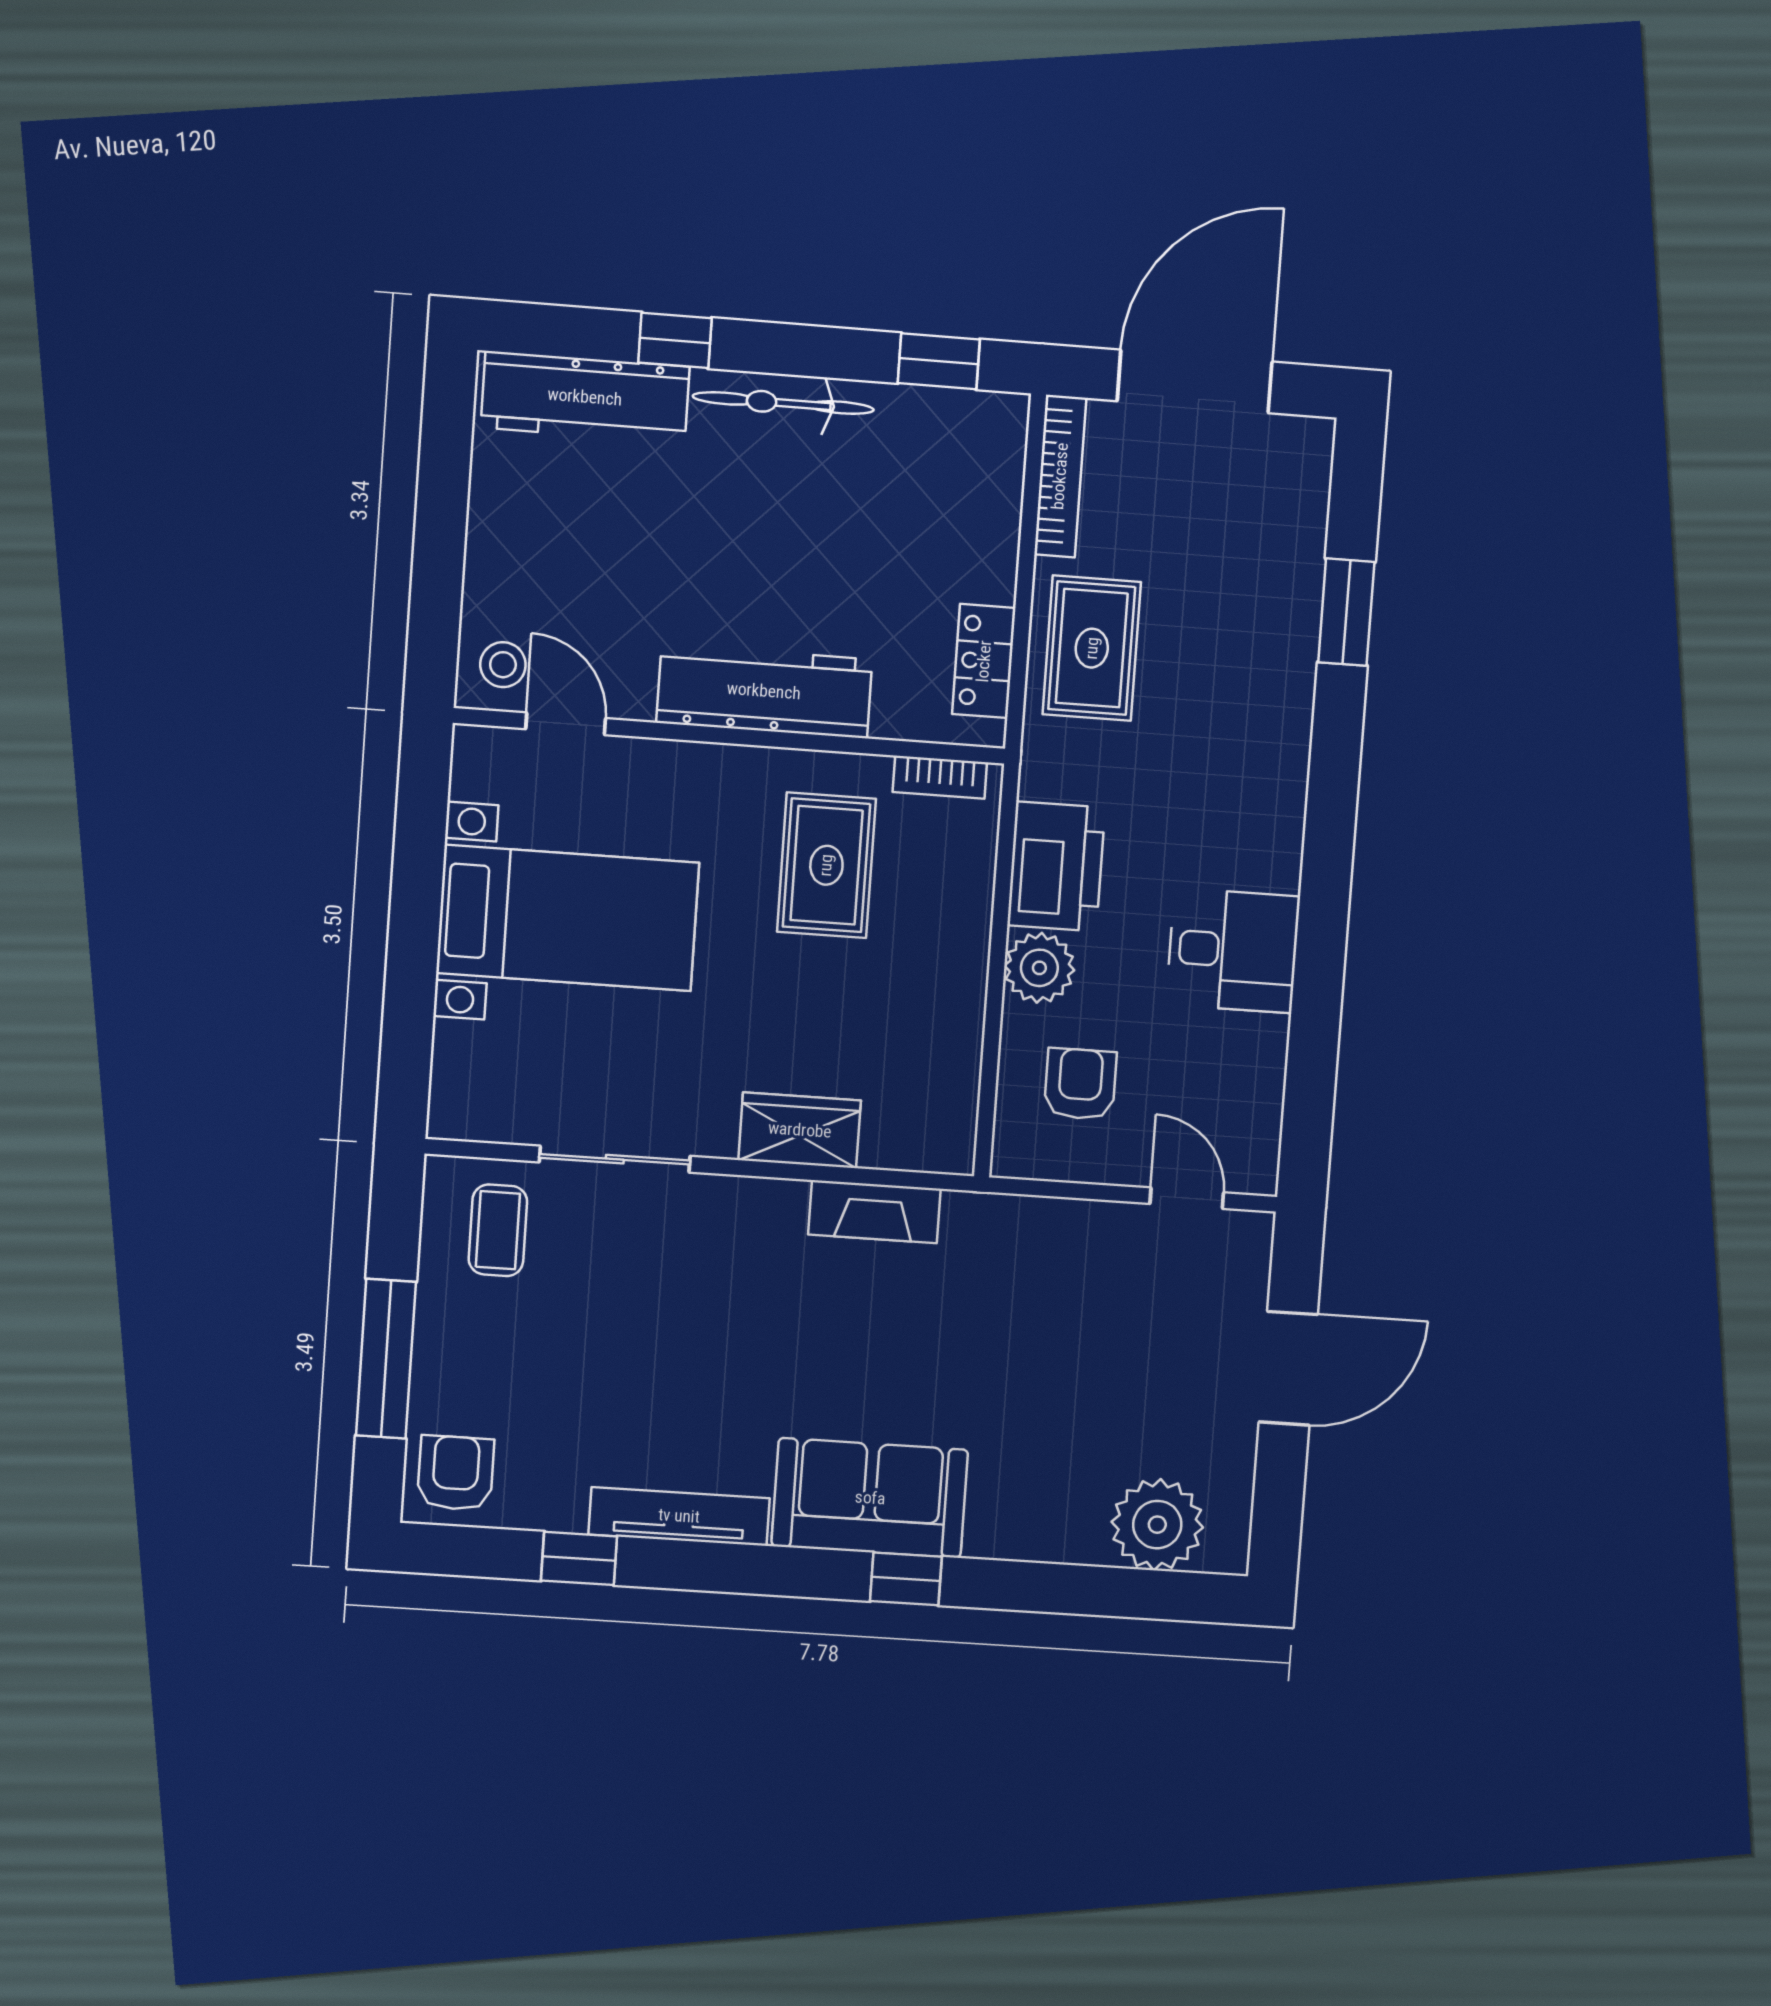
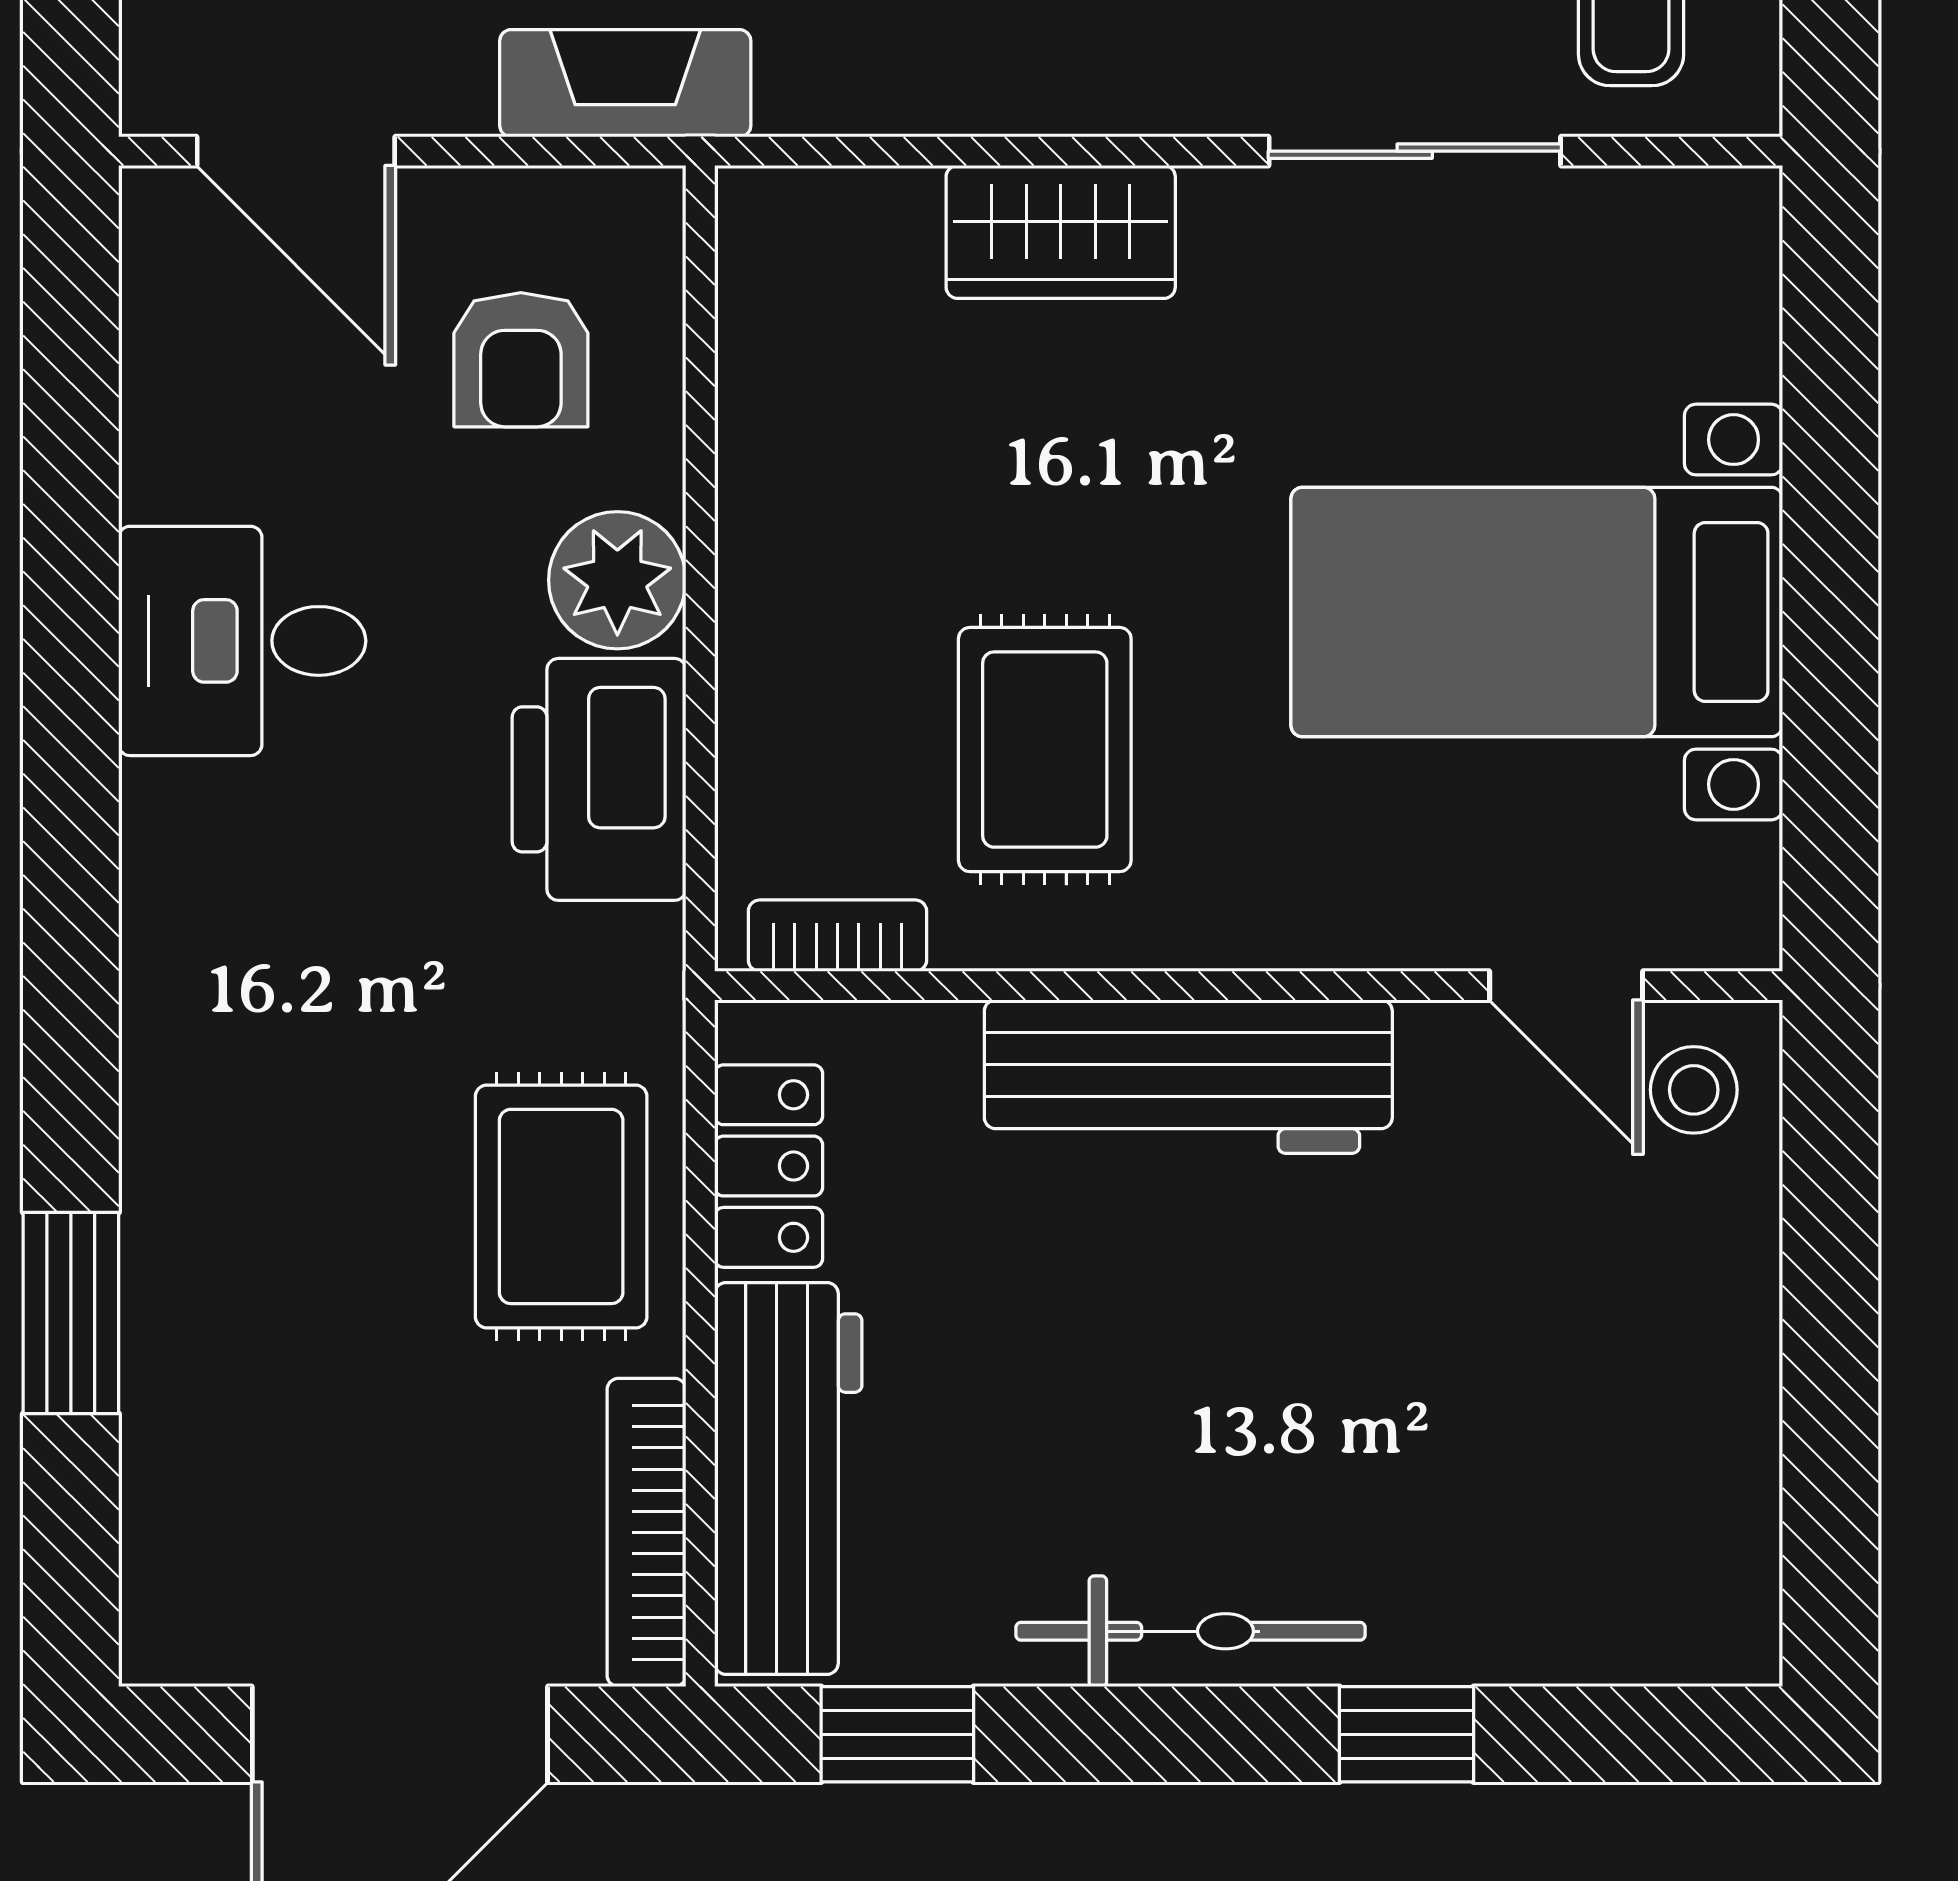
workbench: (585, 397) -> (788, 1478), moved, turned 90
door: (1187, 1198) -> (296, 151), width x1.37
fireplace: (874, 1212) -> (625, 83), moved

